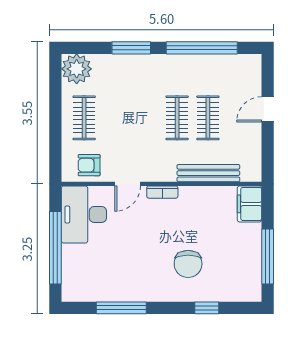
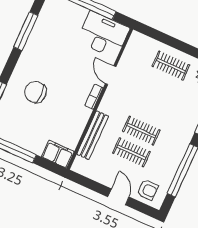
armchair: (89, 165) -> (148, 190), moved, turned 90

